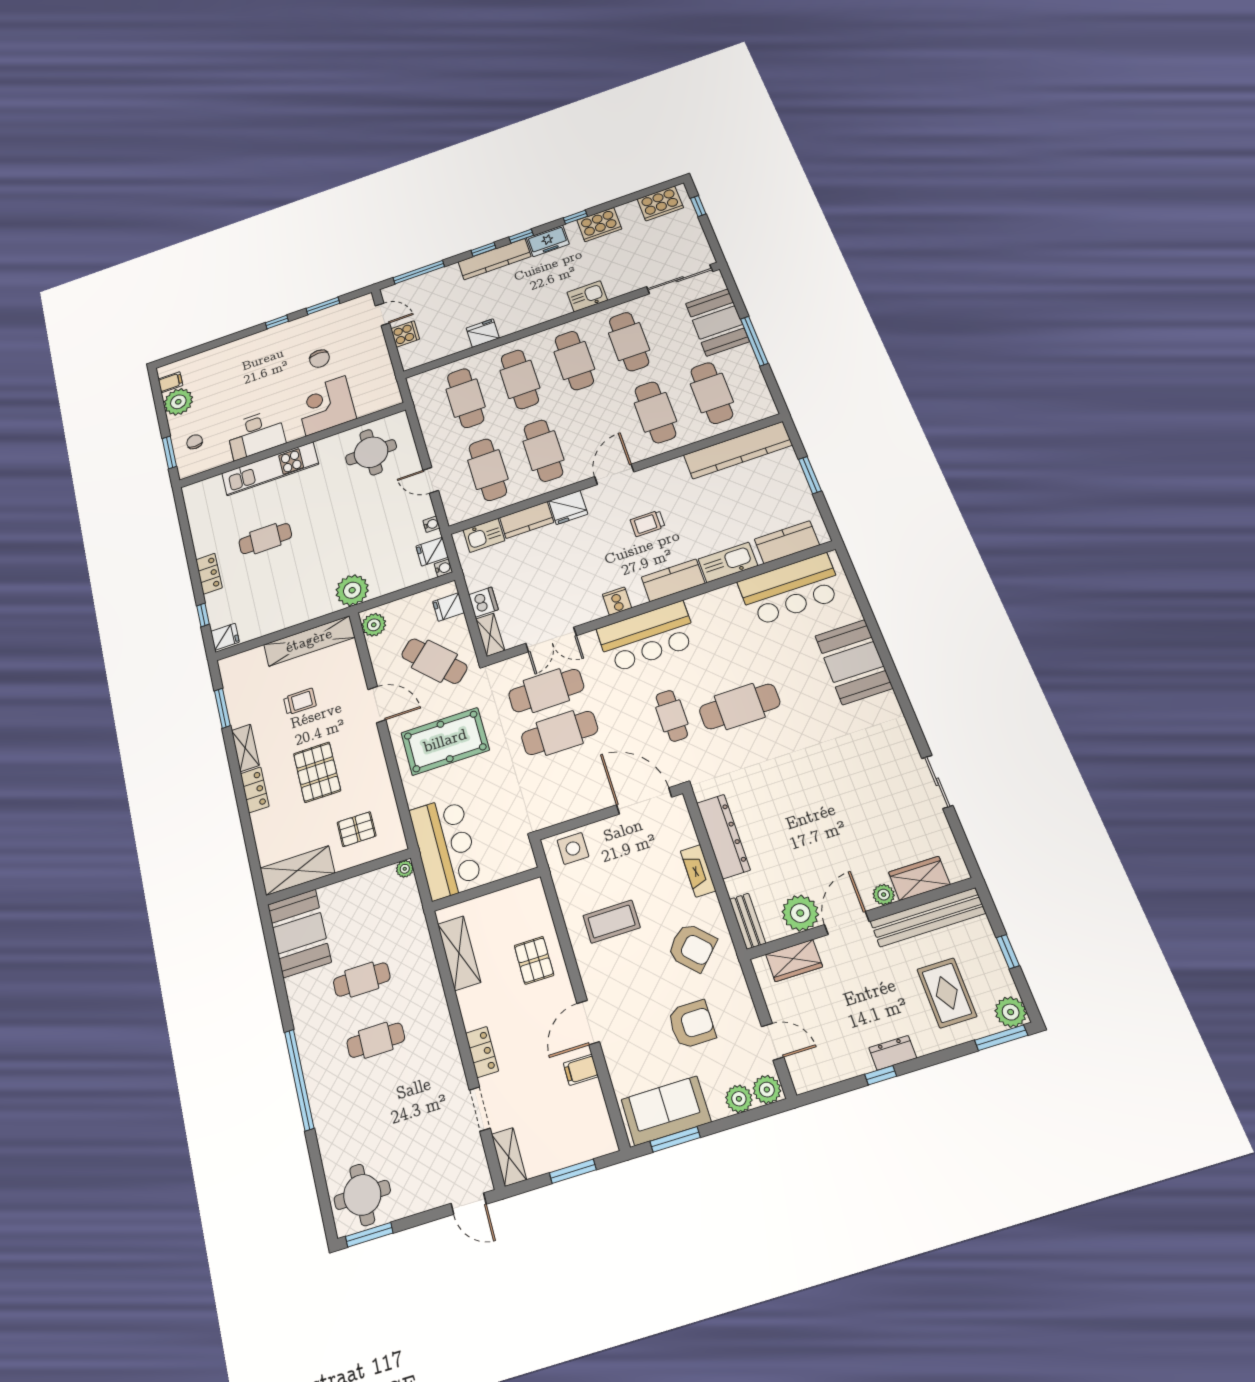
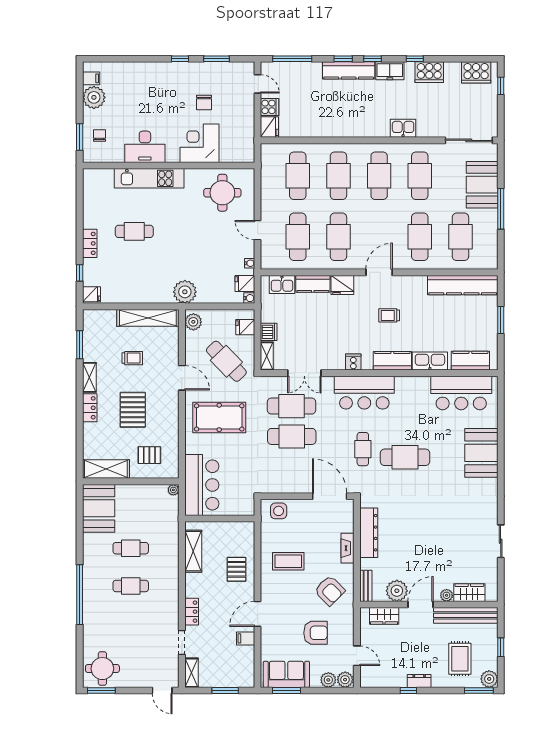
fridge: (483, 333) -> (269, 127), moved, turned 90

